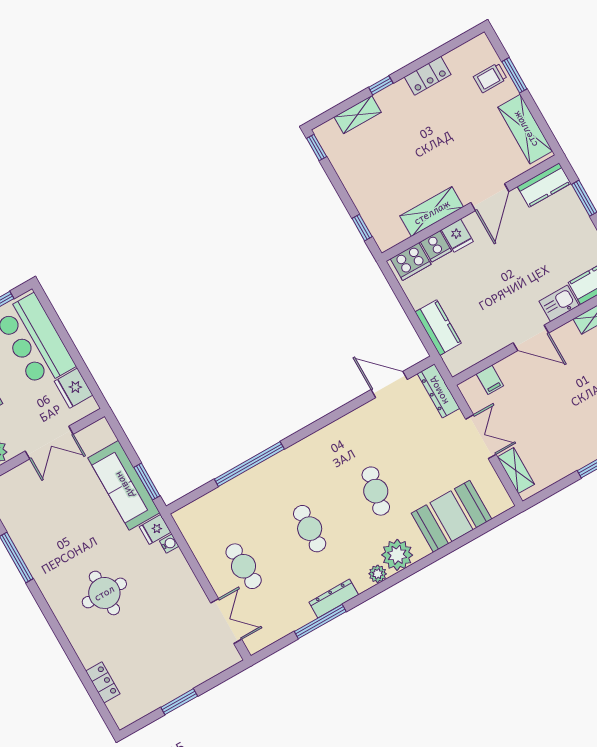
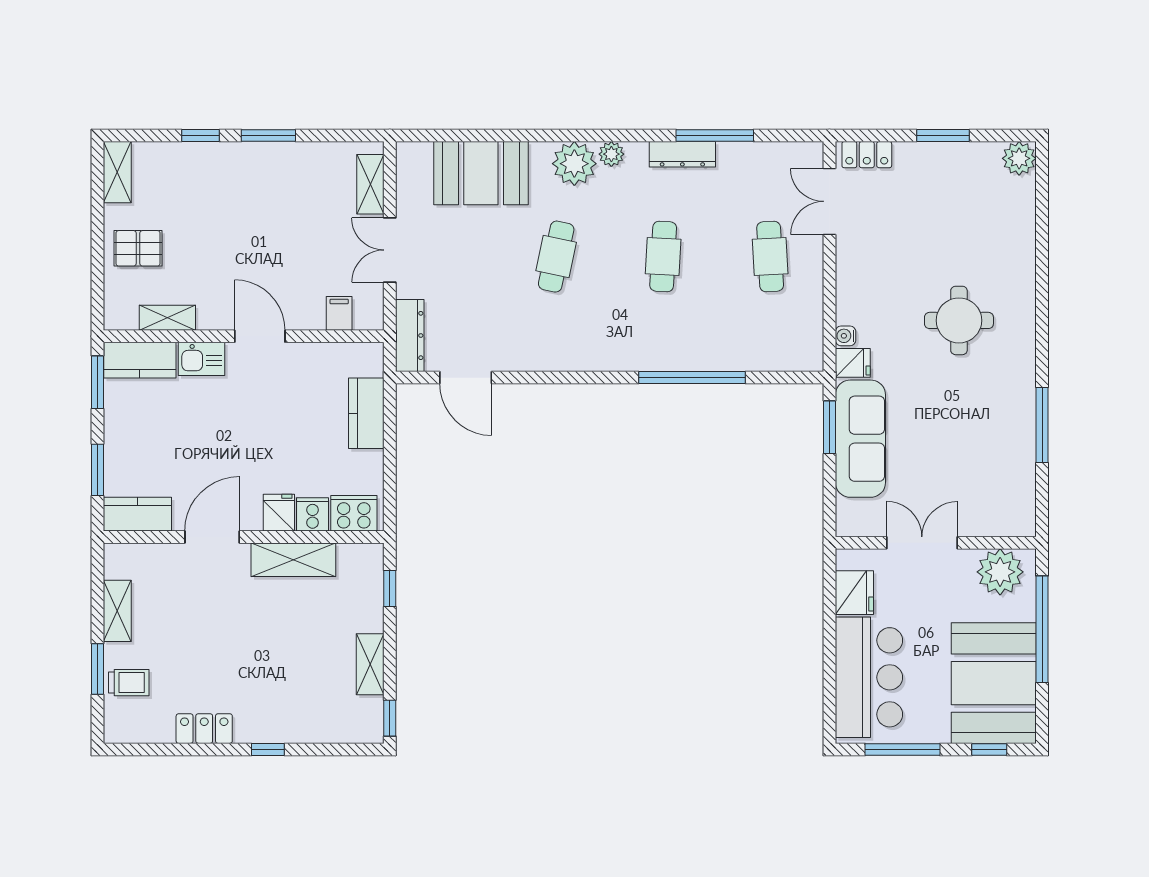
shelving: (358, 115) -> (370, 664), moved, turned 90
shelving: (525, 129) -> (117, 611), width x0.67, depth x0.75
locker: (103, 682) -> (867, 155), moved, turned -90
plant: (124, 714) -> (1019, 158), added

